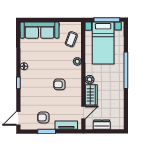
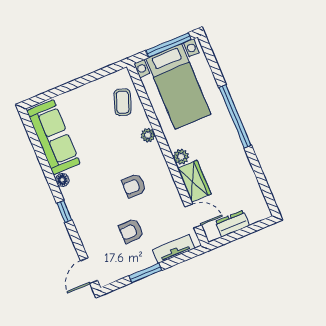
sofa: (40, 30) -> (53, 137), moved, turned -90
door: (83, 112) -> (193, 216), hinge flipped
armchair: (43, 117) -> (131, 231), moved

